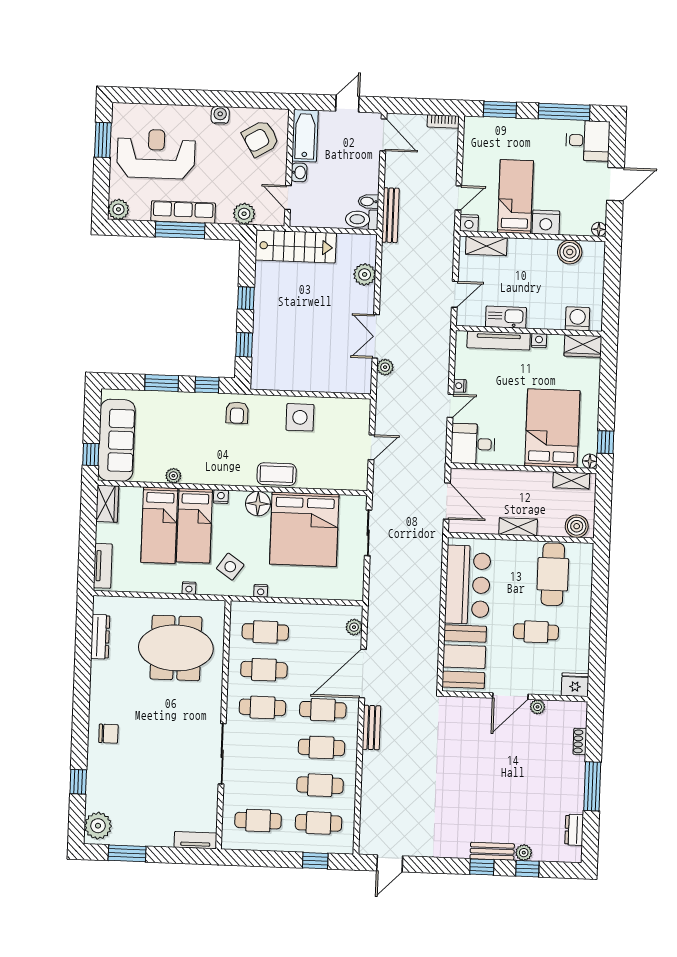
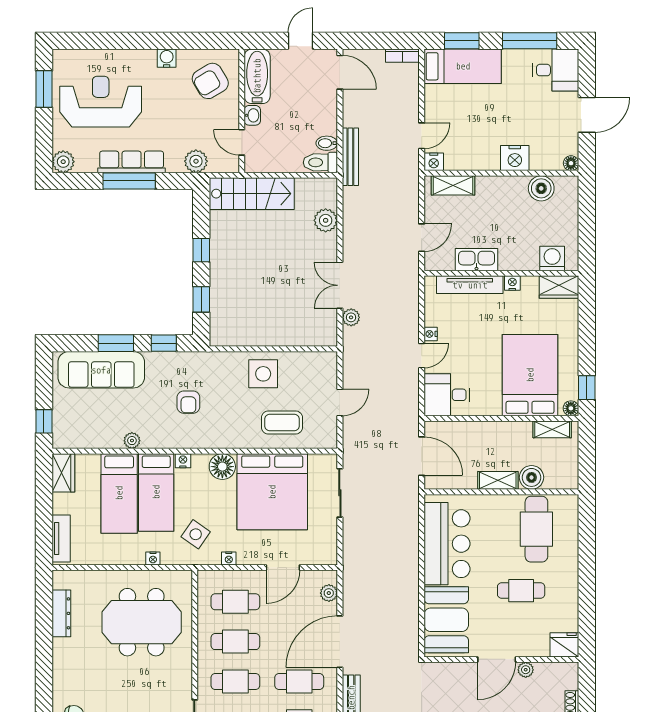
bed: (515, 197) -> (463, 66), moved, turned 90
armchair: (237, 413) -> (188, 402), moved
sofa: (116, 440) -> (101, 370), moved, turned 90
coffee table: (277, 474) -> (282, 422), moved
boiler: (577, 526) -> (532, 477), moved
door: (312, 601) -> (283, 568), added

